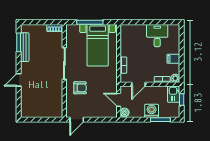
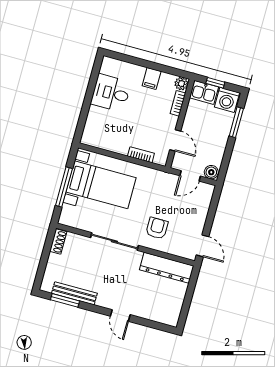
dresser: (57, 101) -> (167, 268), added
washing machine: (152, 111) -> (227, 100), moved, turned -90

